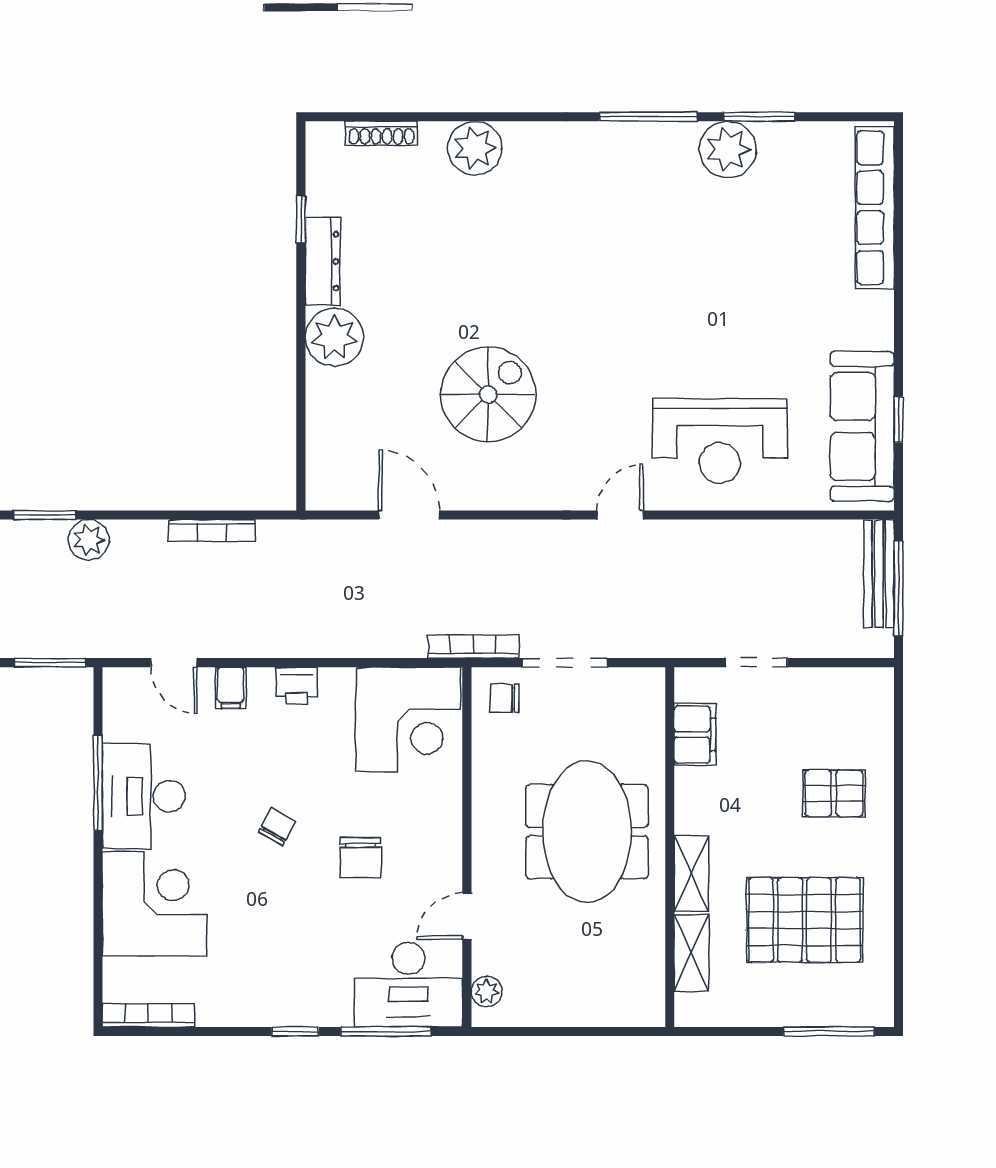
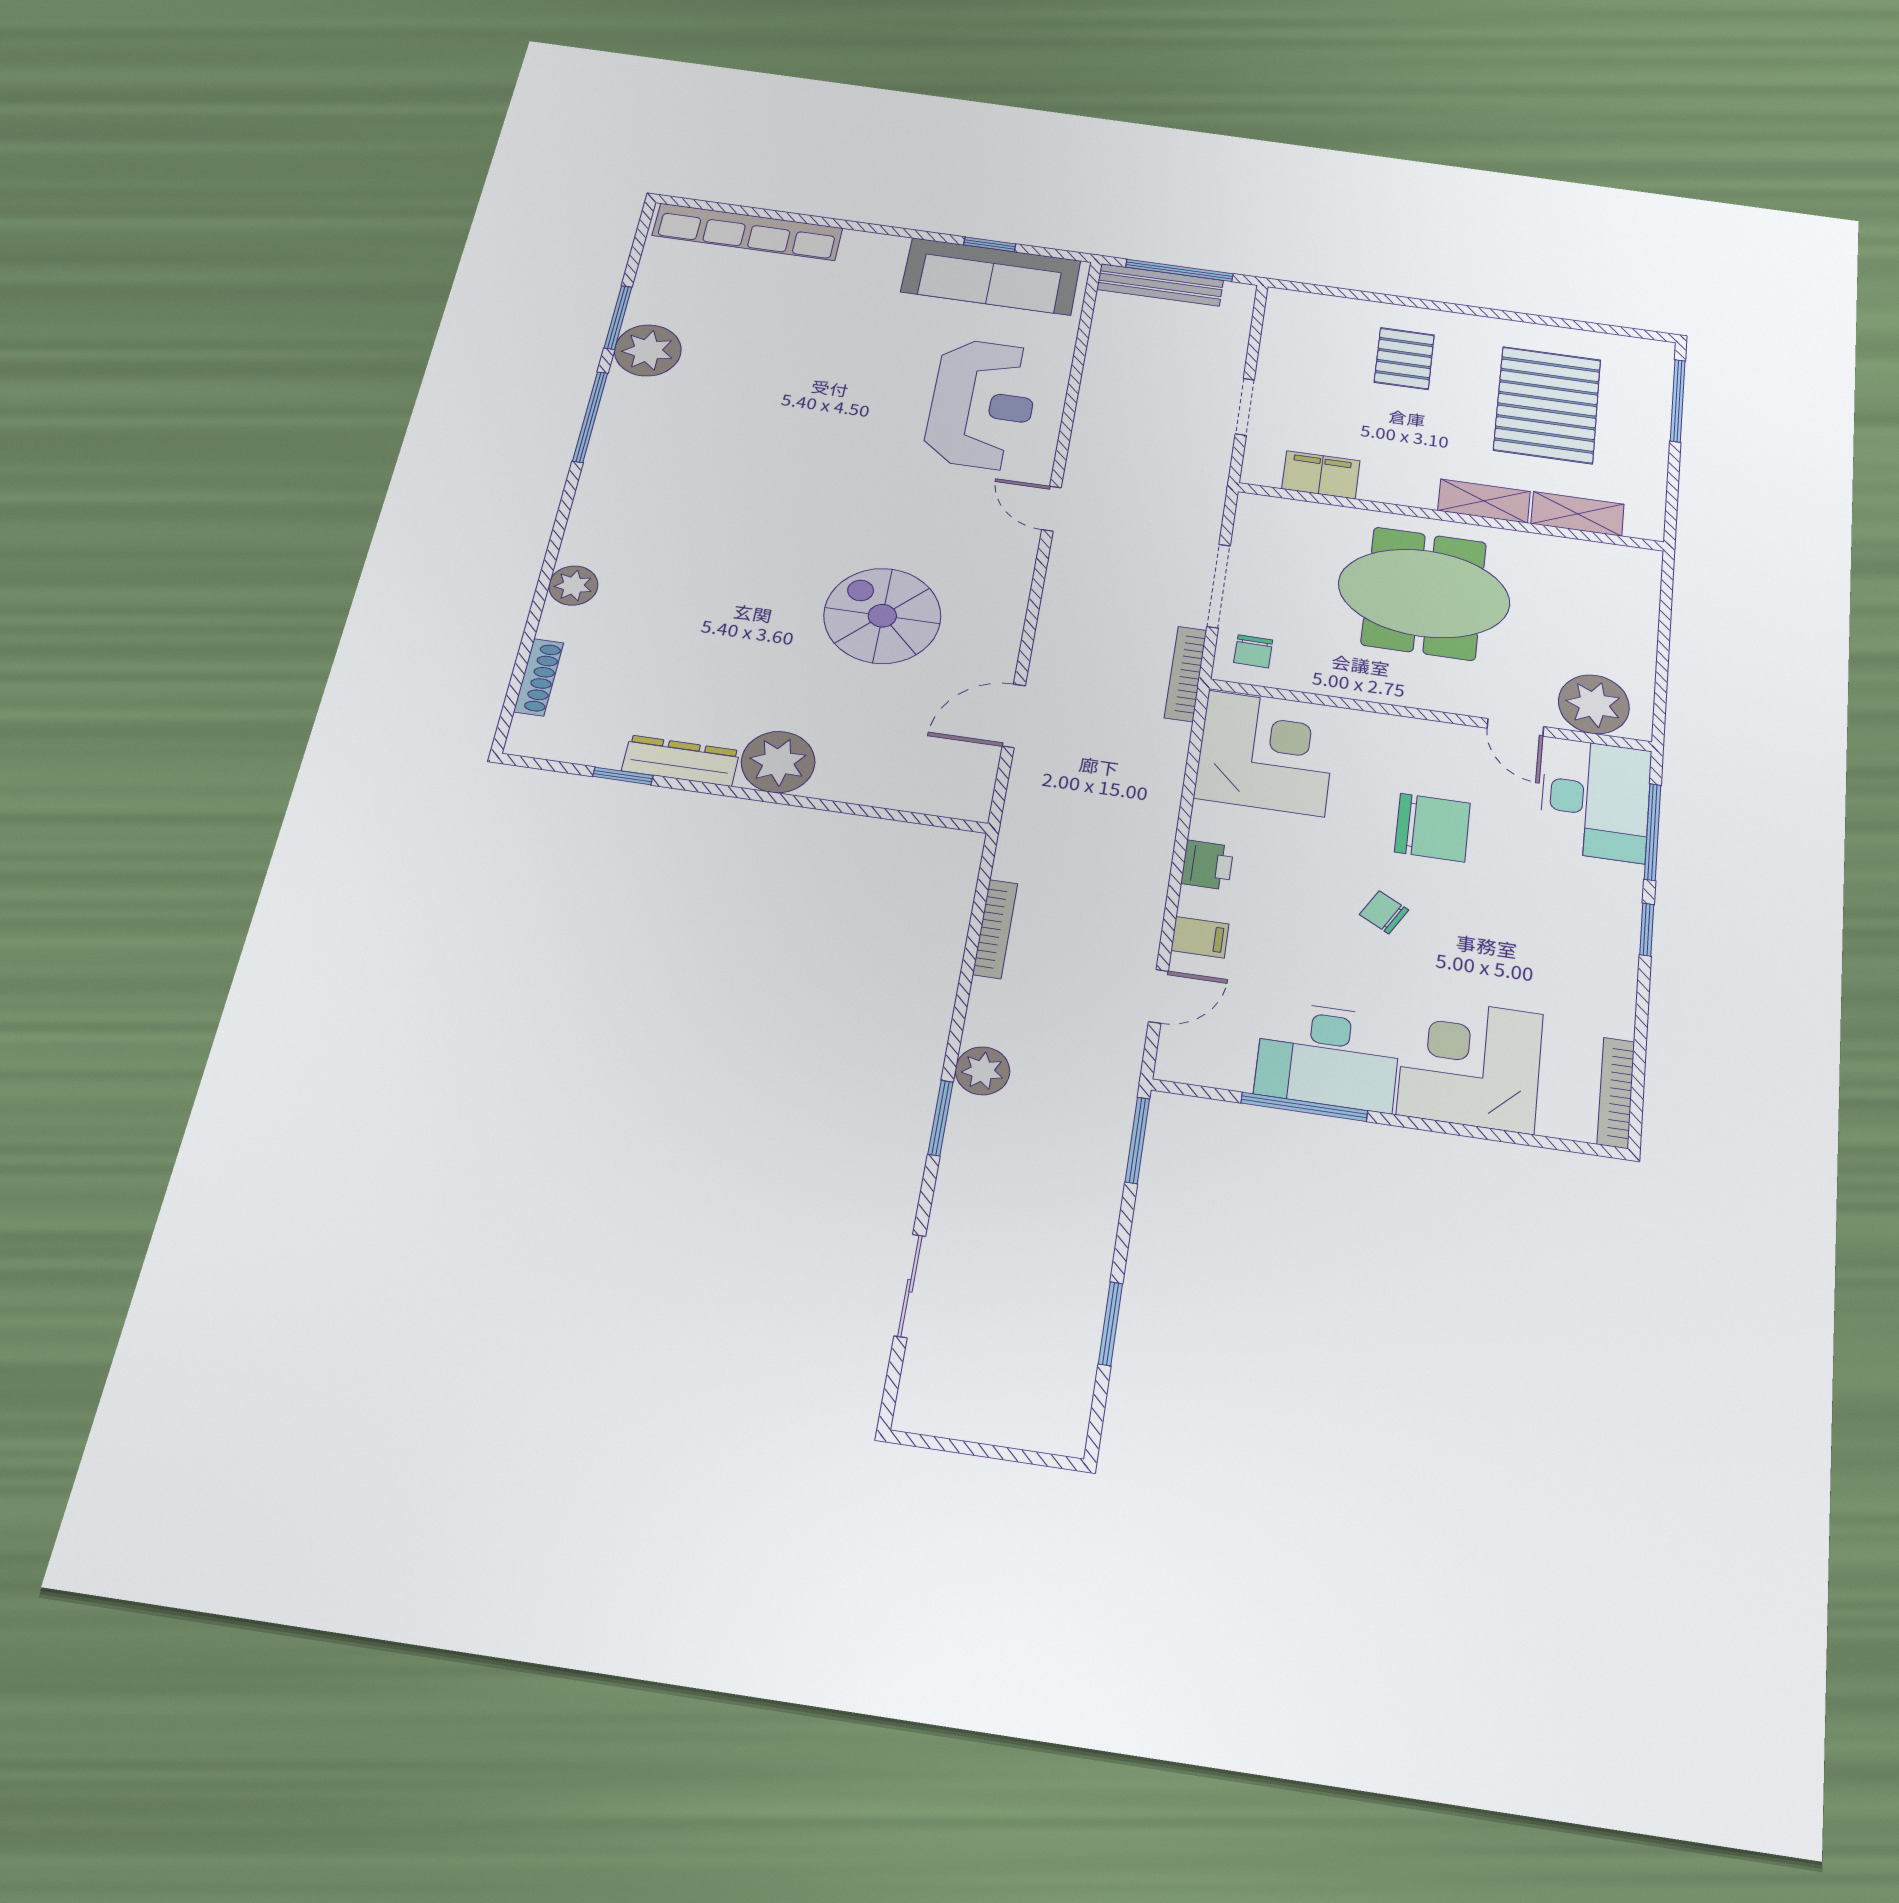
plant: (475, 148) -> (573, 586), width x0.73, depth x0.73
chair: (360, 858) -> (1432, 828), width x1.37, depth x1.37
plant: (487, 991) -> (1594, 704), width x1.87, depth x1.87

